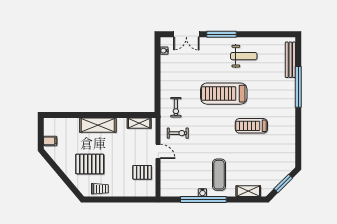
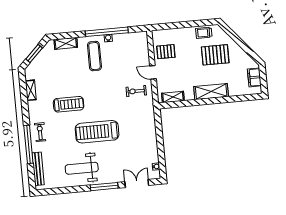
weight bench: (244, 56) -> (82, 168), width x1.36, depth x1.33
treadmill: (224, 94) -> (97, 132), turned 180
exercise bike: (176, 107) -> (40, 132), moved
filing cabinet: (50, 141) -> (254, 77), width x2.00
shelving: (290, 145) -> (31, 90), added

